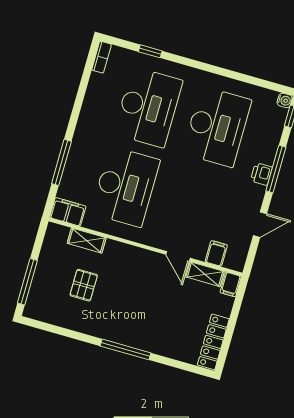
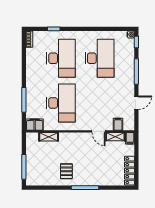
printer: (261, 174) -> (130, 76), removed
pallet: (84, 285) -> (66, 171), moved

